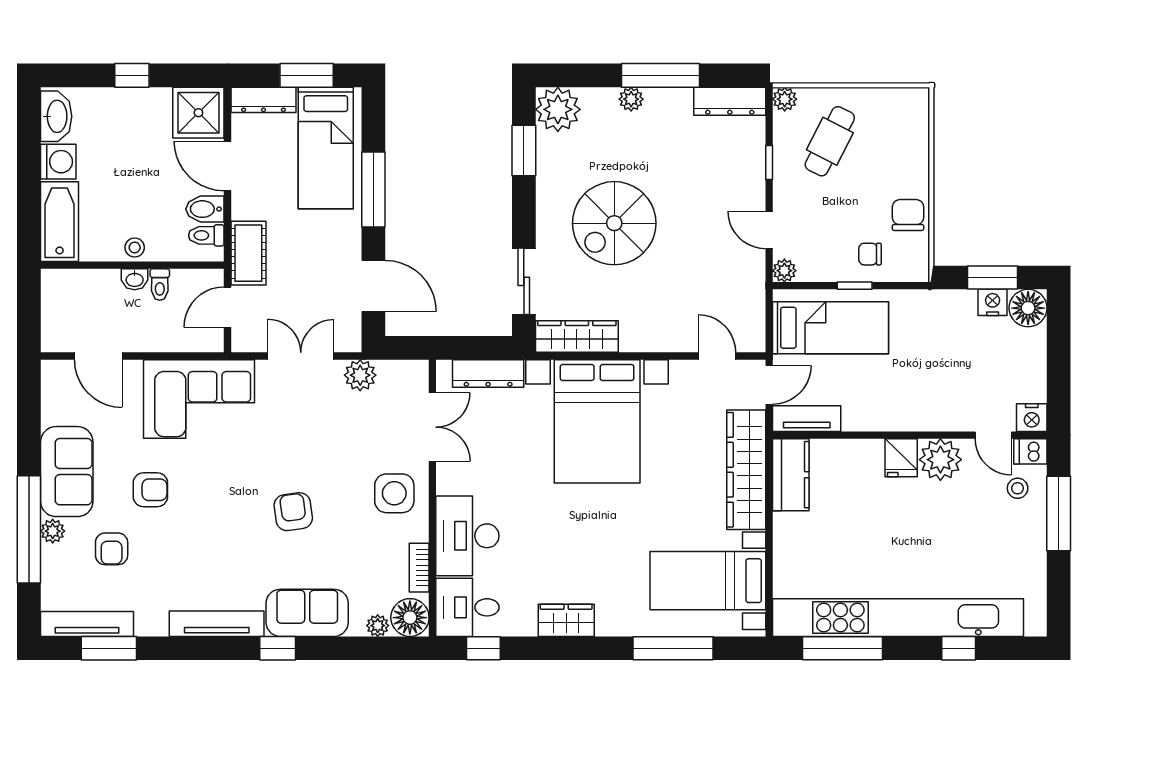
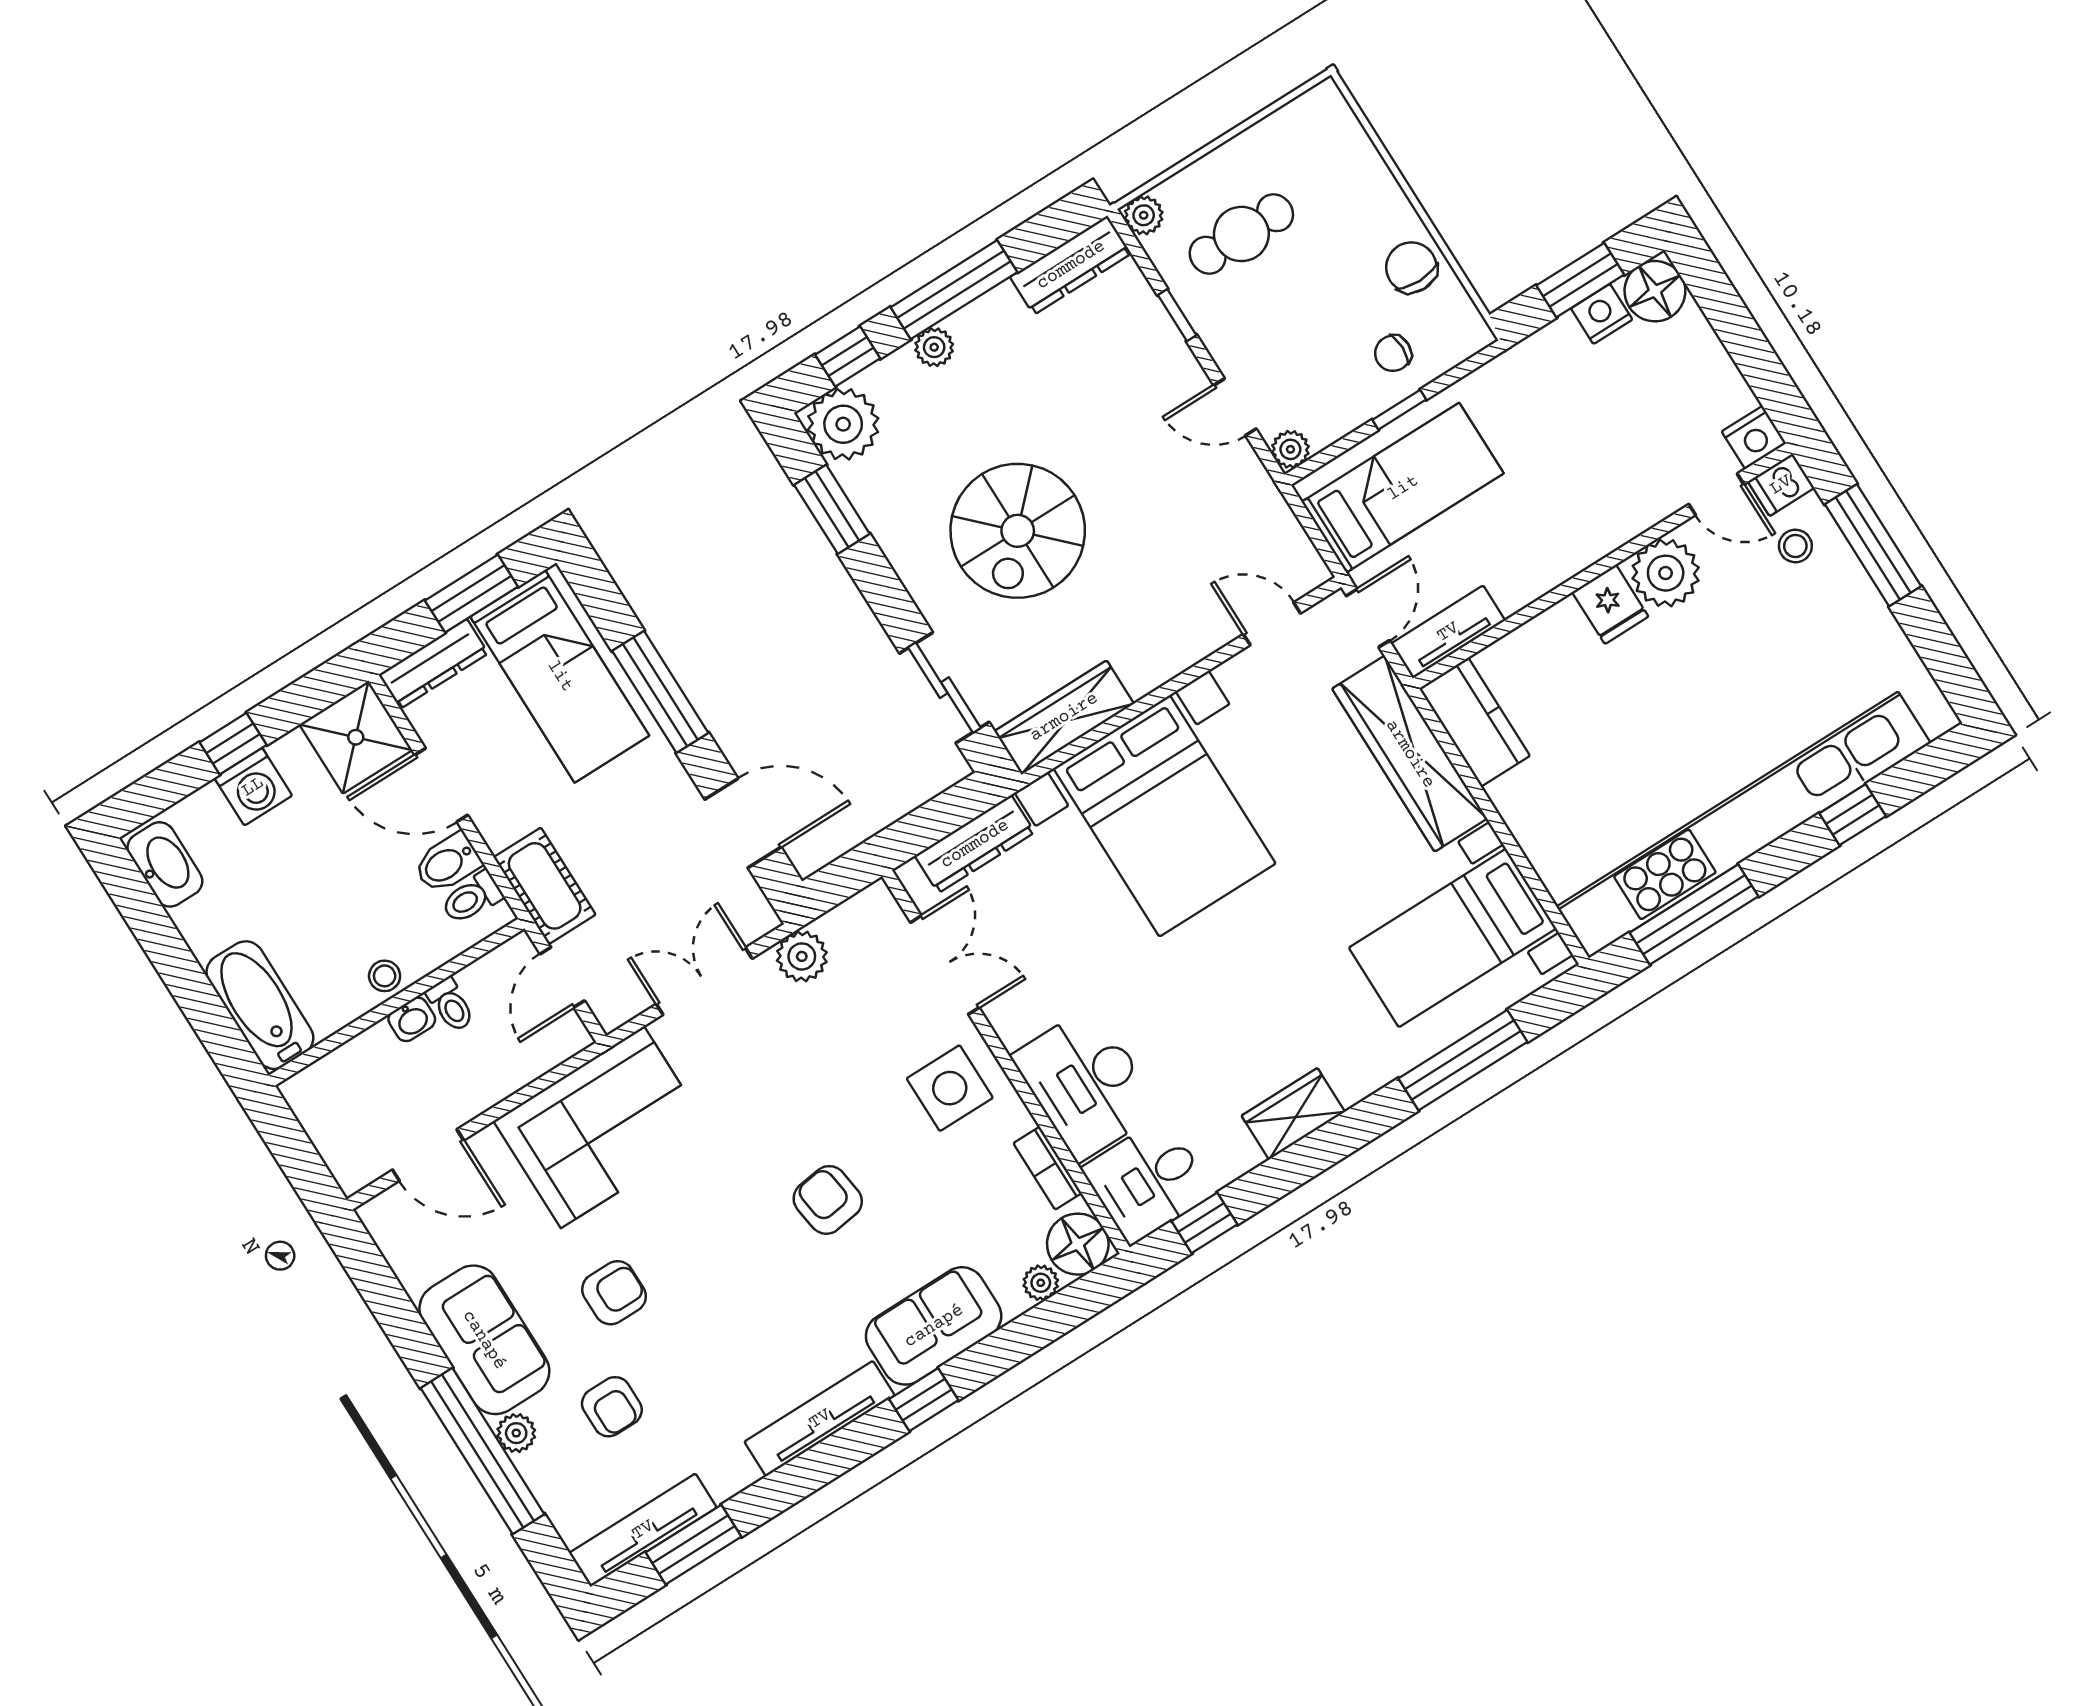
window: (583, 75) -> (848, 357), added
cafe table: (830, 141) -> (1241, 234), turned 63
washing machine: (58, 162) -> (253, 787), moved, turned 90

